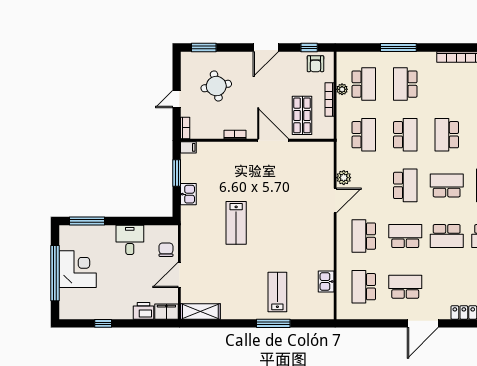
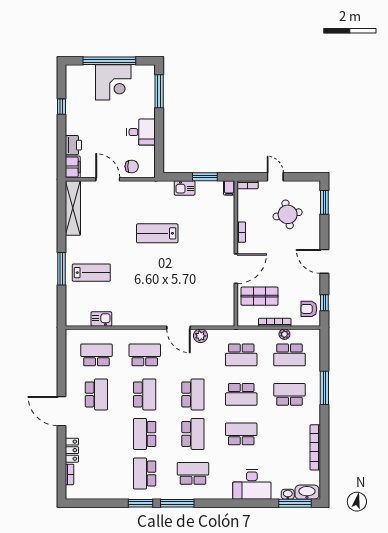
school desk: (405, 185) -> (193, 394), turned -90
shelving: (200, 311) -> (73, 208), width x1.47

